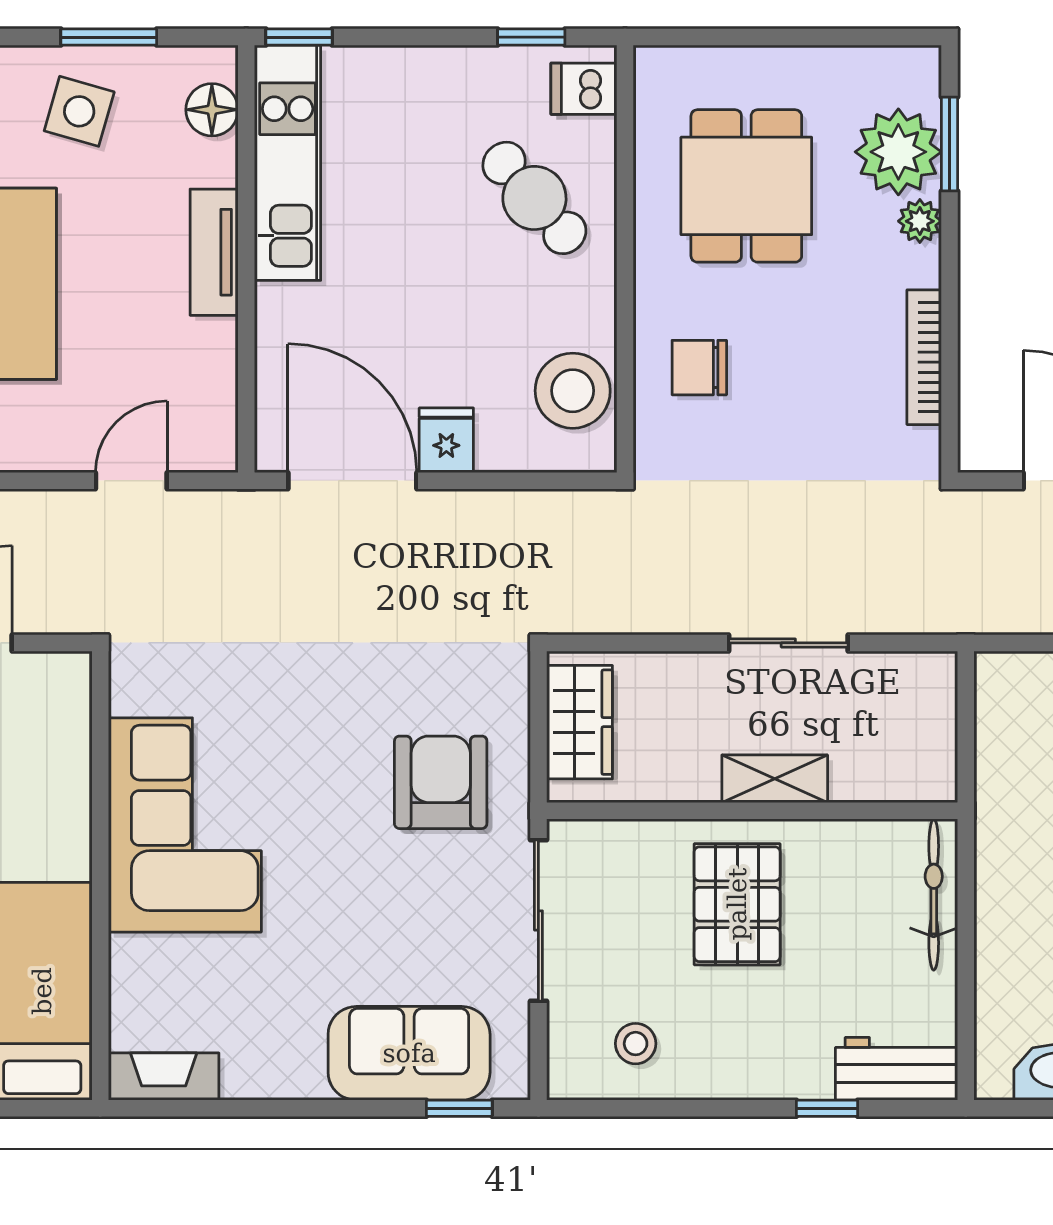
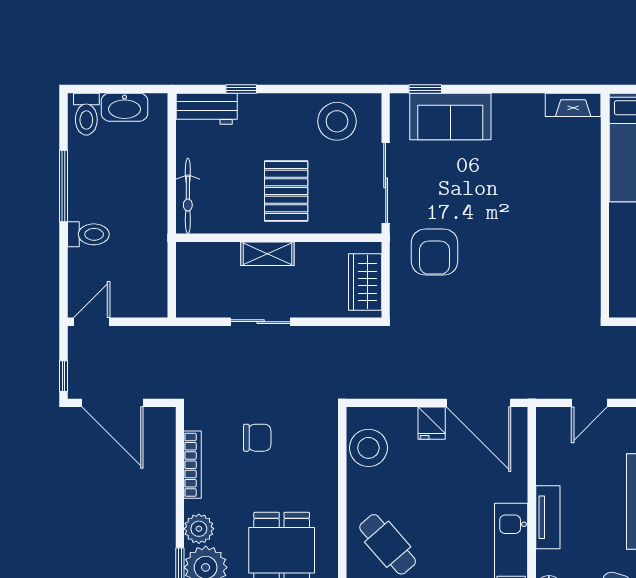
plant: (920, 221) -> (199, 529), width x1.38, depth x1.38
chair: (699, 368) -> (257, 438), moved
corner sofa: (185, 825) -> (563, 231), removed
stool: (636, 1044) -> (337, 121), width x1.89, depth x1.89

